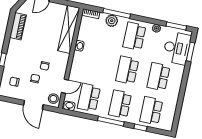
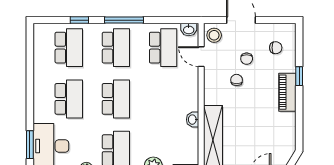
piano: (18, 26) -> (287, 92), moved
door: (65, 86) -> (201, 57), hinge flipped

